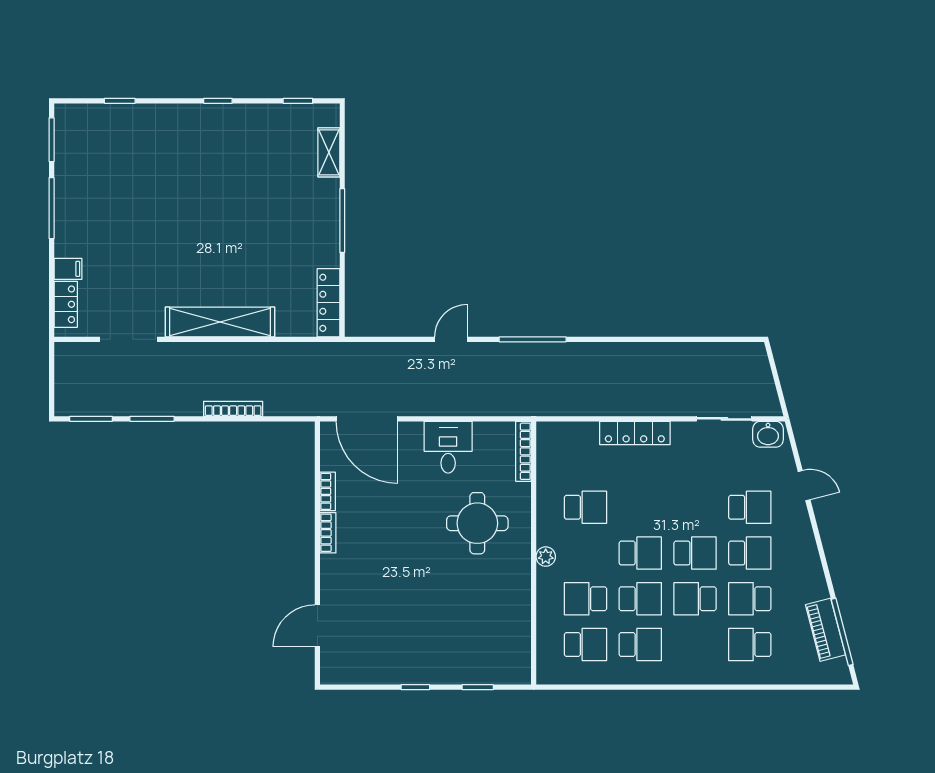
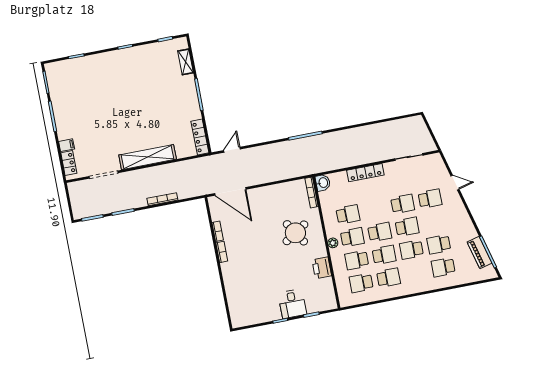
door: (451, 339) -> (232, 150), moved
washbasin: (768, 434) -> (323, 183), moved, turned -90
desk: (448, 447) -> (292, 304), moved, turned 180
round table: (477, 523) -> (295, 233), turned -33
school desk: (586, 553) -> (352, 237), added
school desk: (750, 553) -> (403, 204), moved
printer: (515, 601) -> (322, 268), added
door: (317, 626) -> (225, 299), removed
school desk: (586, 644) -> (361, 283), turned 180

